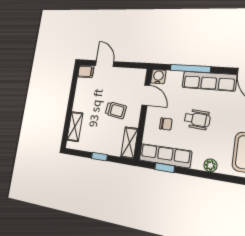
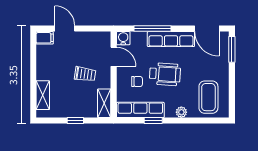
wheelchair: (197, 119) -> (165, 74), width x1.36, depth x1.37
window: (165, 168) -> (153, 121), moved

